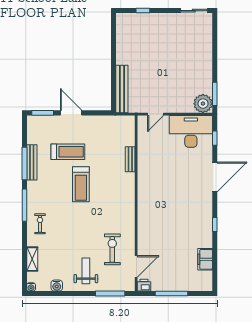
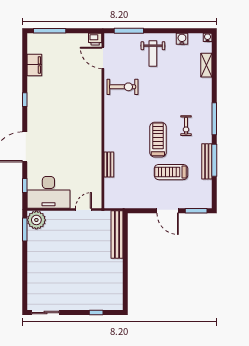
exercise bike: (40, 224) -> (186, 126), moved
exercise bike: (112, 249) -> (123, 87), moved, turned -90
door: (136, 266) -> (103, 58), hinge flipped
window: (171, 294) -> (50, 31), moved

